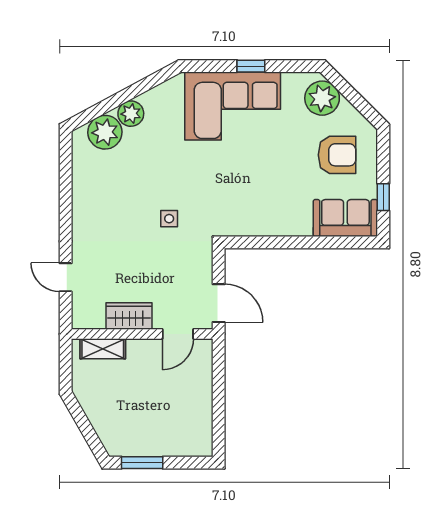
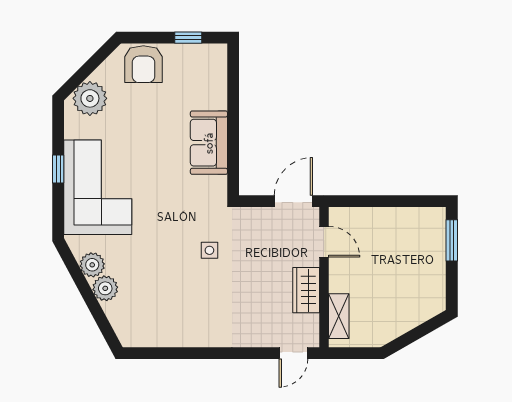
plant: (105, 132) -> (92, 265), moved, width x0.73, depth x0.73
armchair: (337, 155) -> (143, 64), moved, turned 180
sofa: (345, 218) -> (209, 143), moved
door: (66, 277) -> (293, 353), moved
window: (142, 463) -> (452, 240), moved

